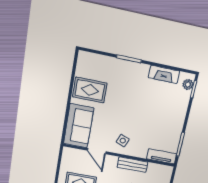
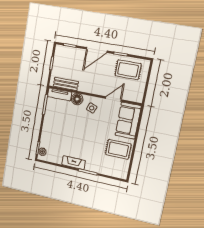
fireplace: (164, 74) -> (74, 163), moved
door: (97, 151) -> (113, 99), hinge flipped
floor lamp: (140, 151) -> (77, 99), added
bench: (132, 165) -> (66, 84), moved

